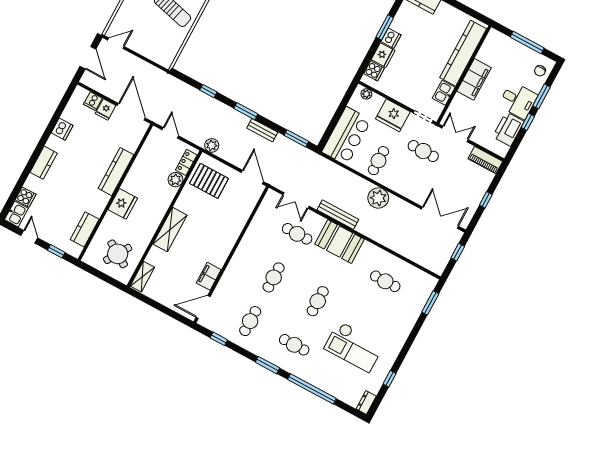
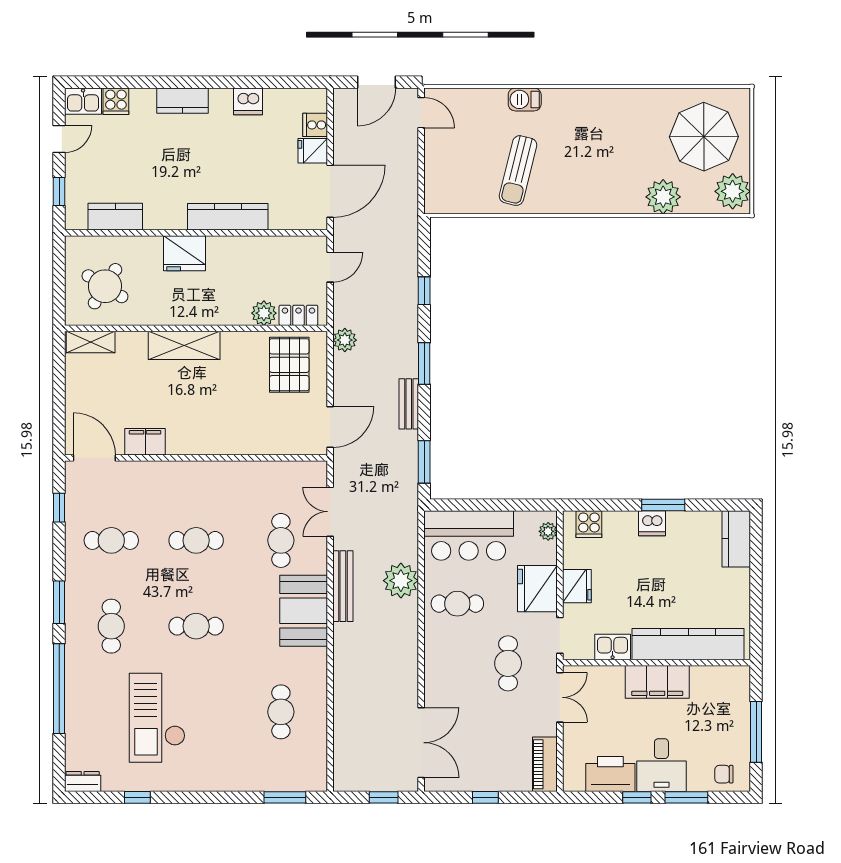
fridge: (383, 55) -> (577, 586), moved, turned -90
plant: (378, 198) -> (401, 581), moved

